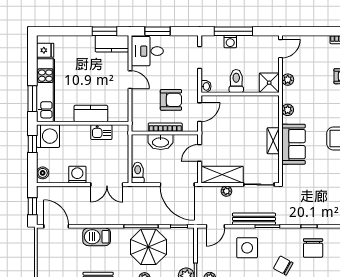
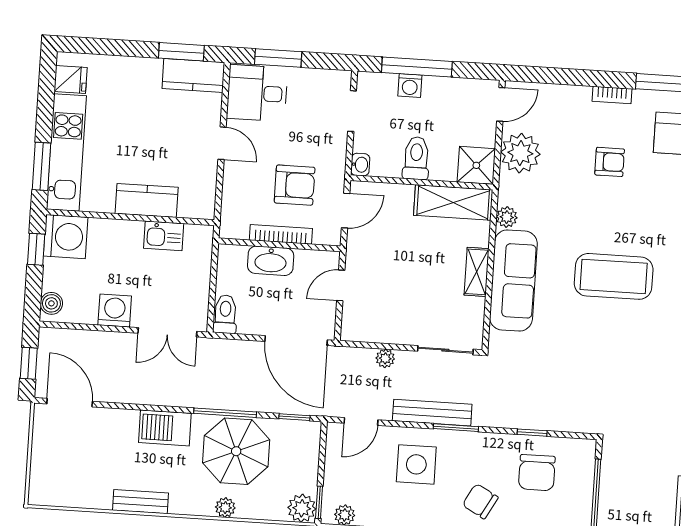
plant: (288, 80) -> (520, 153), width x1.87, depth x1.87
sofa: (293, 144) -> (513, 281), width x1.36
shelving: (222, 175) -> (453, 202), moved
barbecue: (97, 237) -> (165, 428), moved

